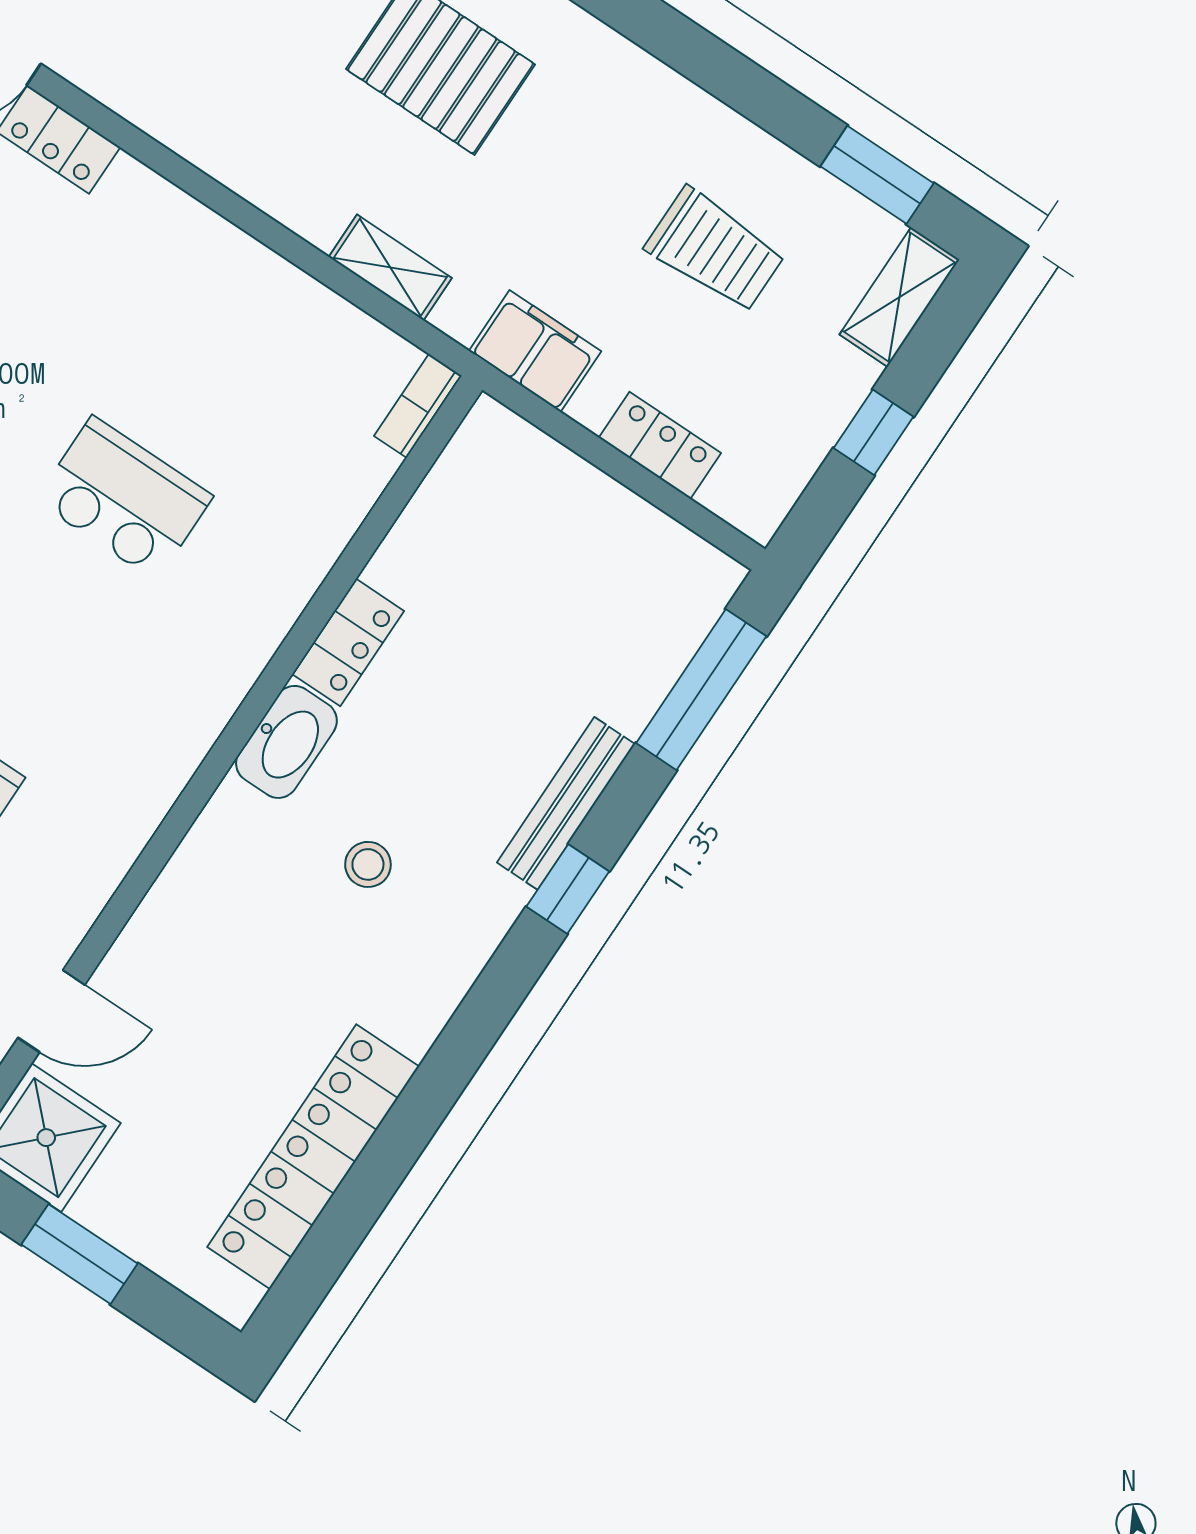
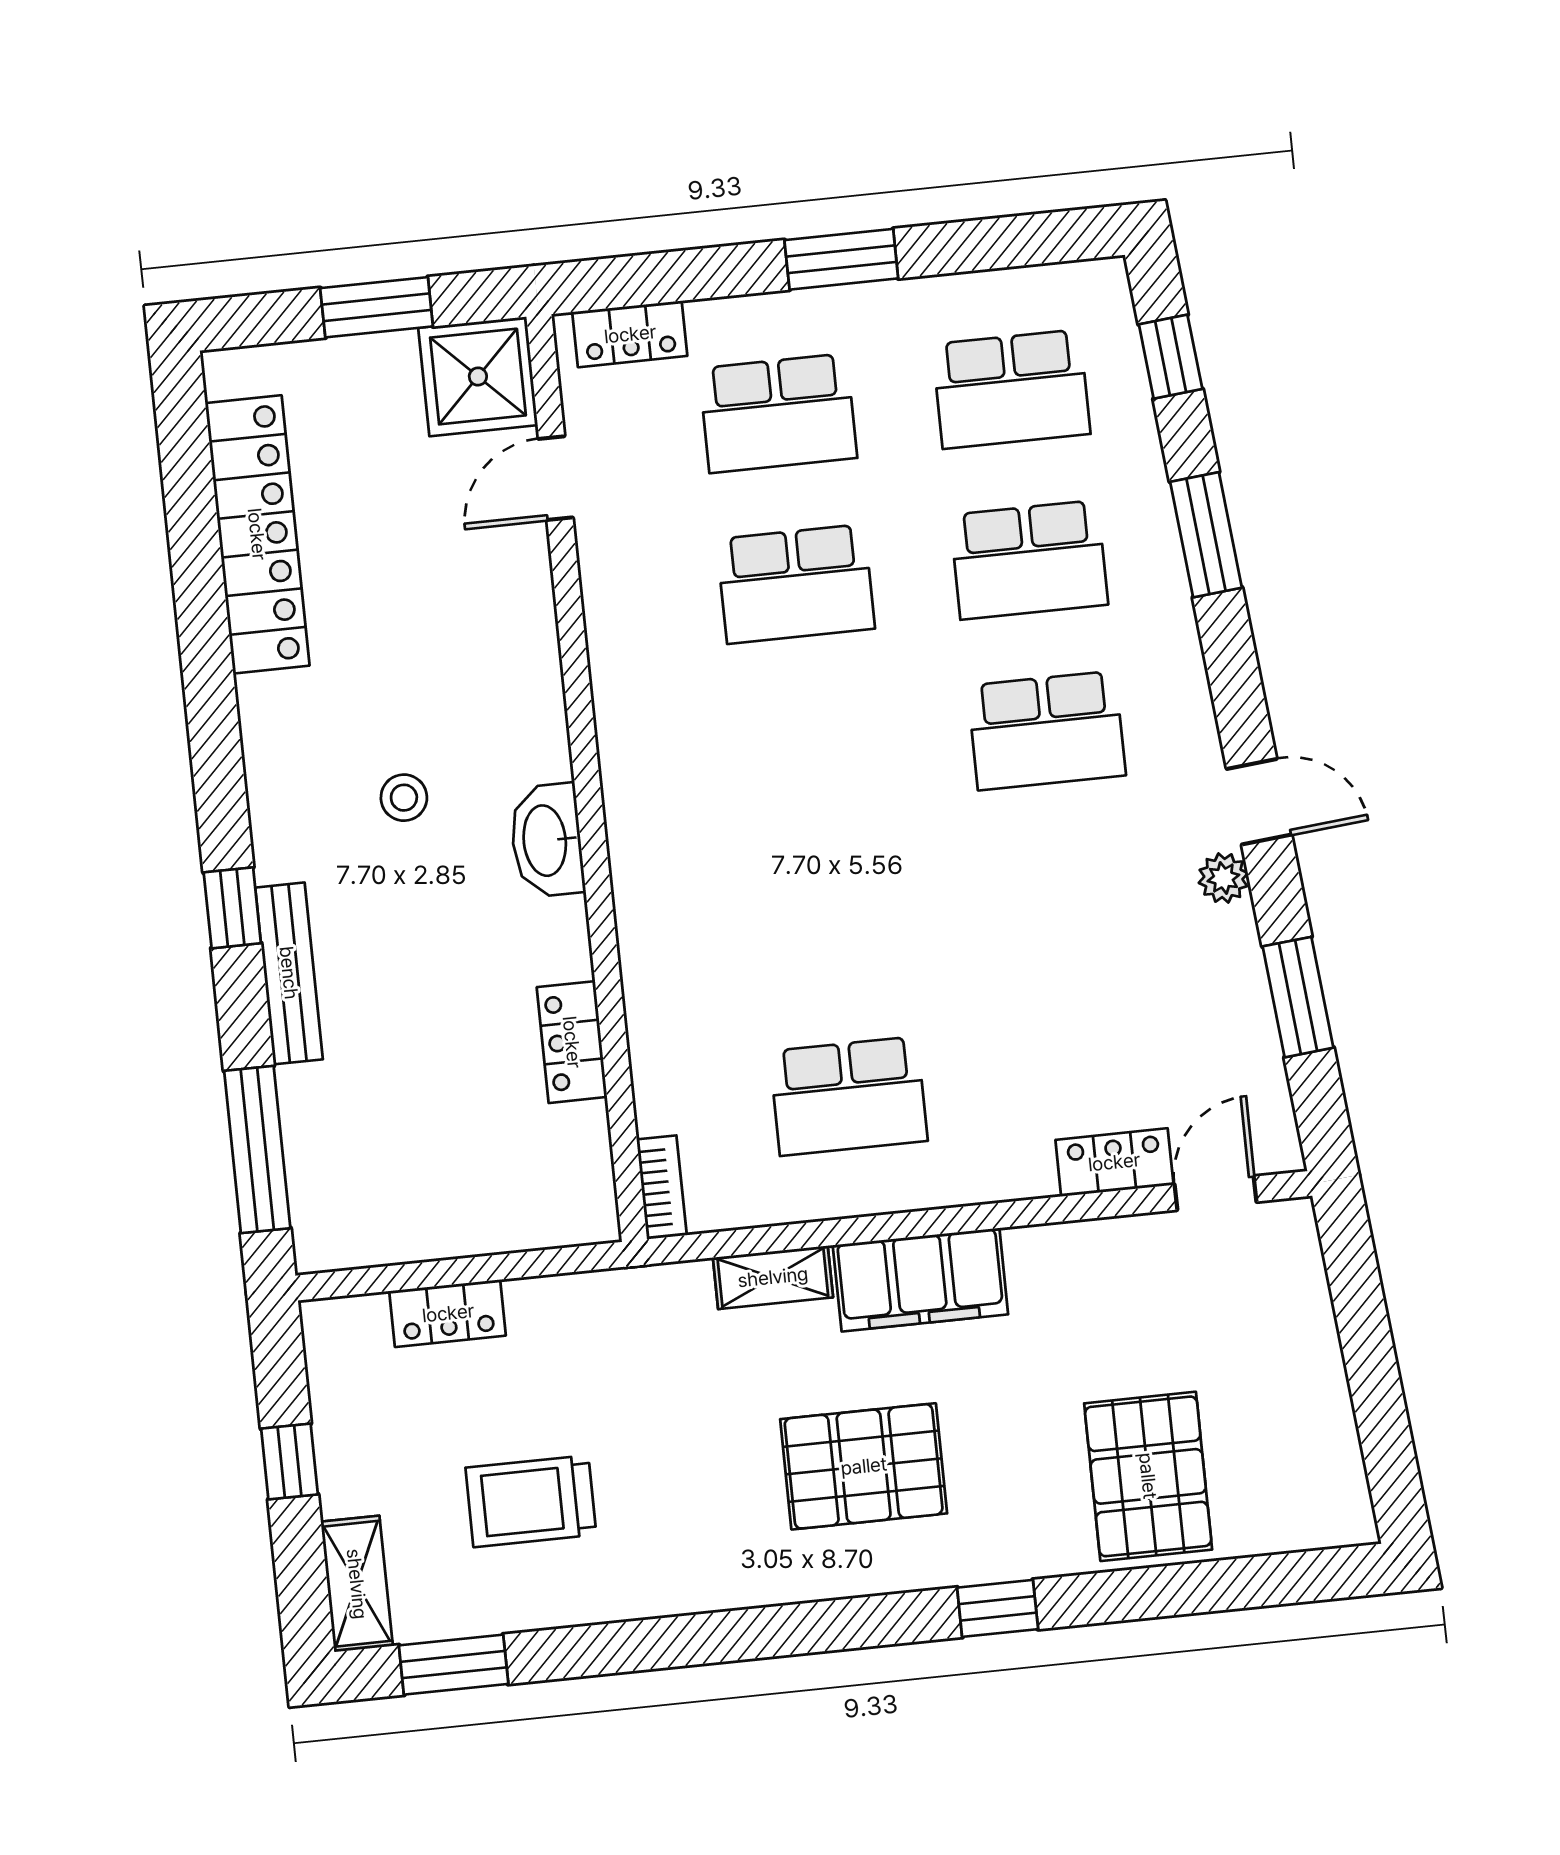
filing cabinet: (535, 351) -> (920, 1280), moved, width x1.50, depth x1.17
school desk: (124, 498) -> (849, 1096), moved
locker: (348, 642) -> (572, 1042), moved

